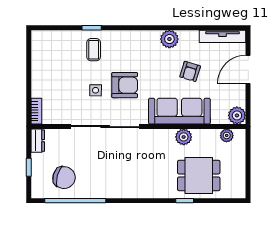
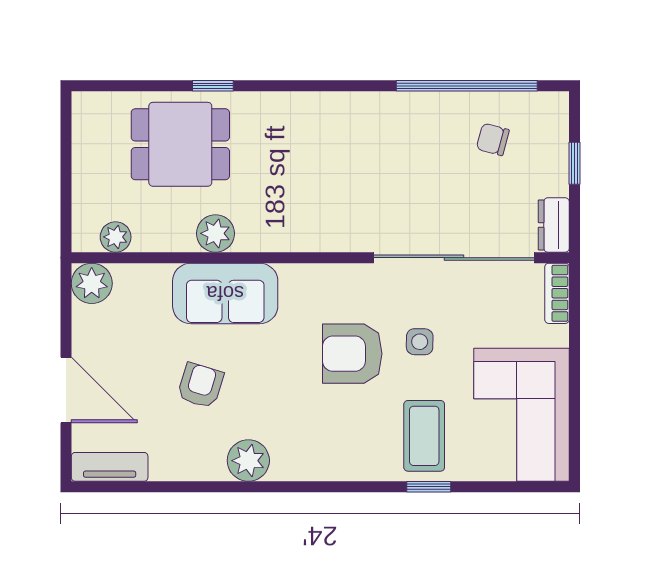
tv unit: (223, 36) -> (110, 467), width x0.71
coffee table: (94, 50) -> (424, 436), width x1.36, depth x1.30
corner sofa: (52, 59) -> (522, 415), added
door: (248, 69) -> (66, 390), hinge flipped
sofa: (179, 111) -> (225, 293), width x0.73
sliding door: (105, 127) -> (454, 258), moved
chair: (64, 178) -> (493, 139), width x0.54, depth x0.54

